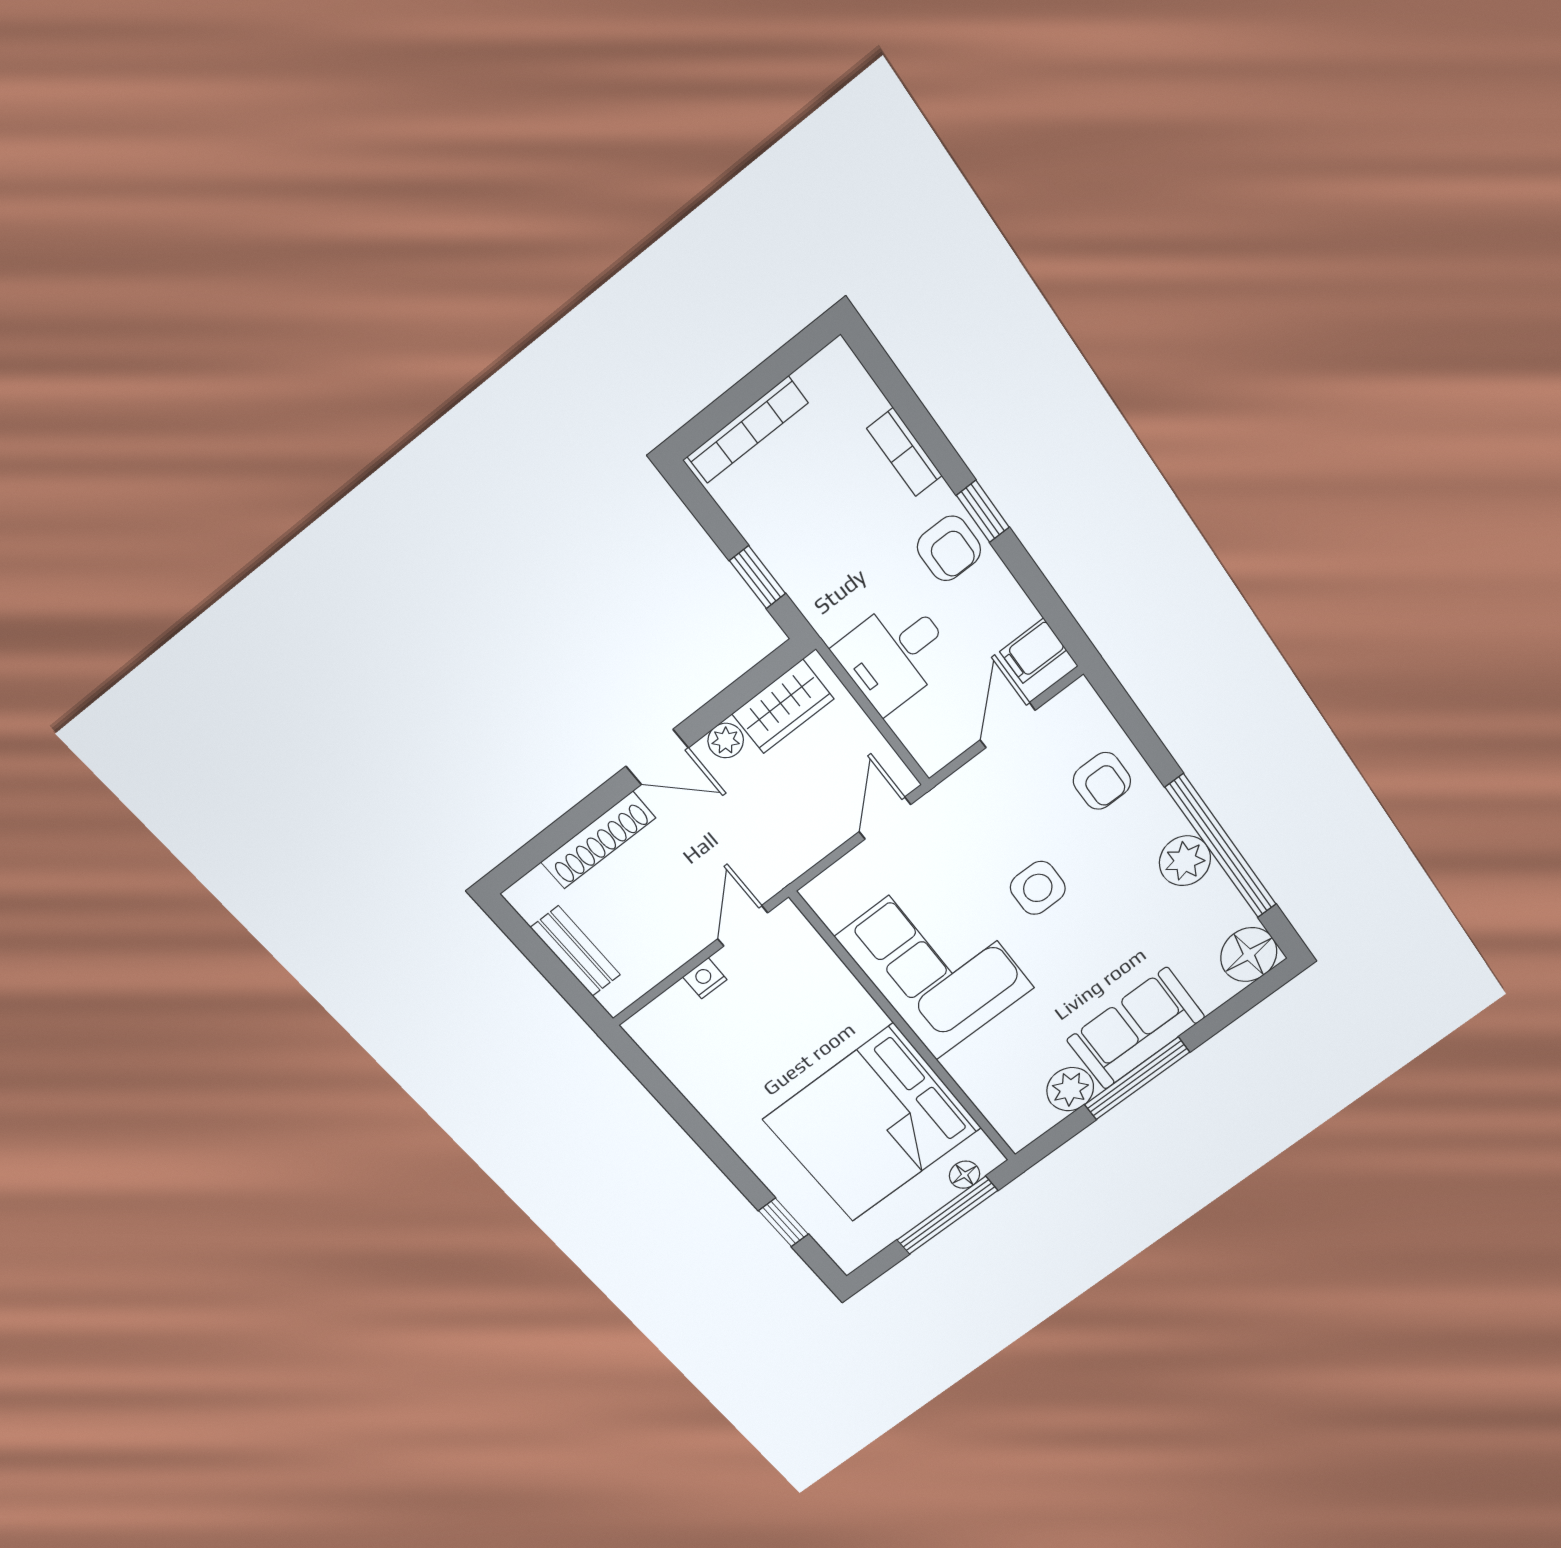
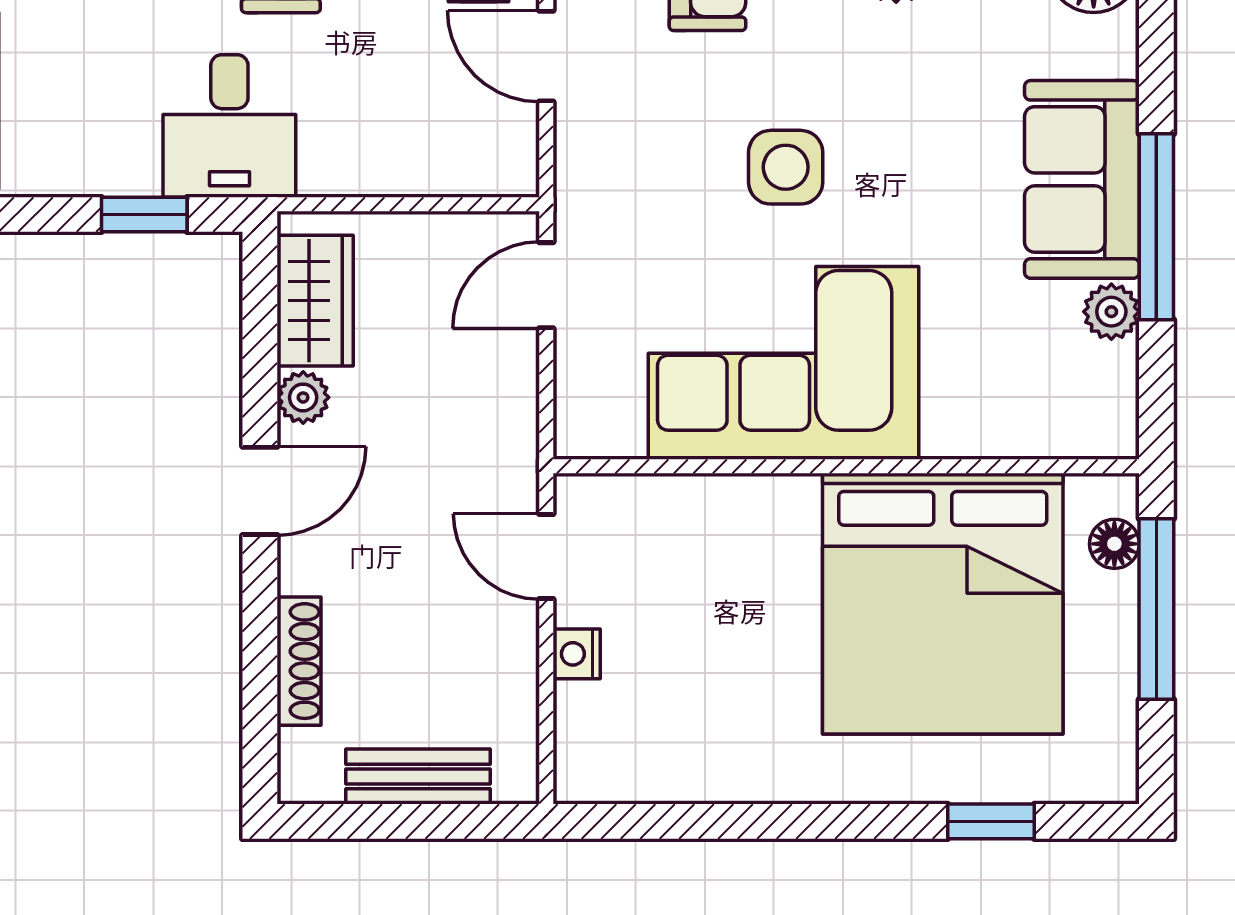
desk: (895, 654) -> (229, 126), moved
door: (885, 818) -> (546, 285), hinge flipped
shoe rack: (598, 840) -> (299, 661), width x0.74, depth x0.81
plant: (1070, 1089) -> (1111, 312), width x0.73, depth x0.73

